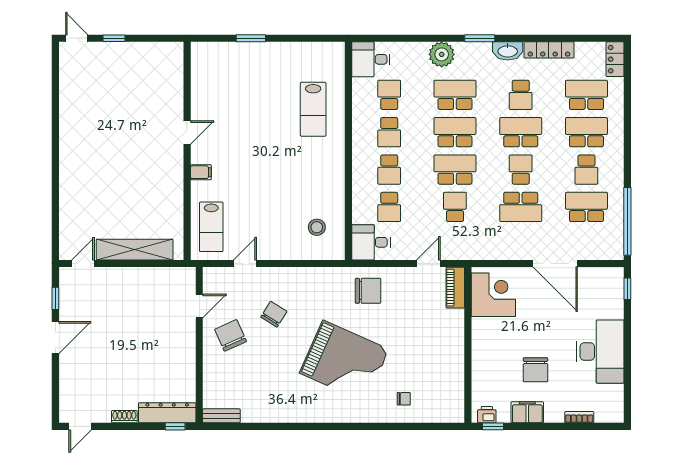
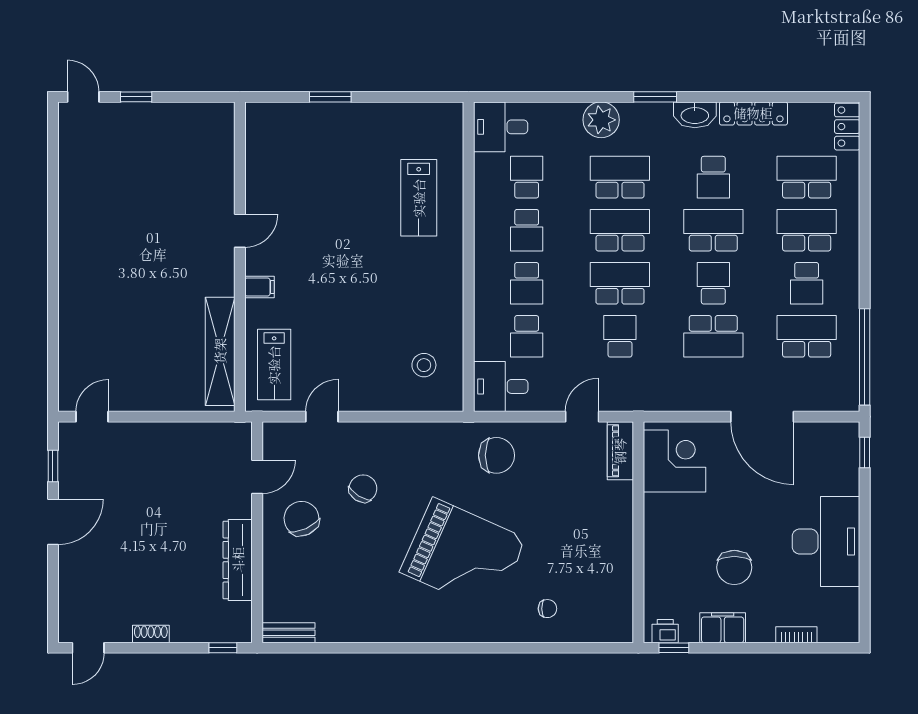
shelving: (135, 250) -> (220, 351), moved, turned 90
dresser: (167, 413) -> (238, 560), moved, turned -90

